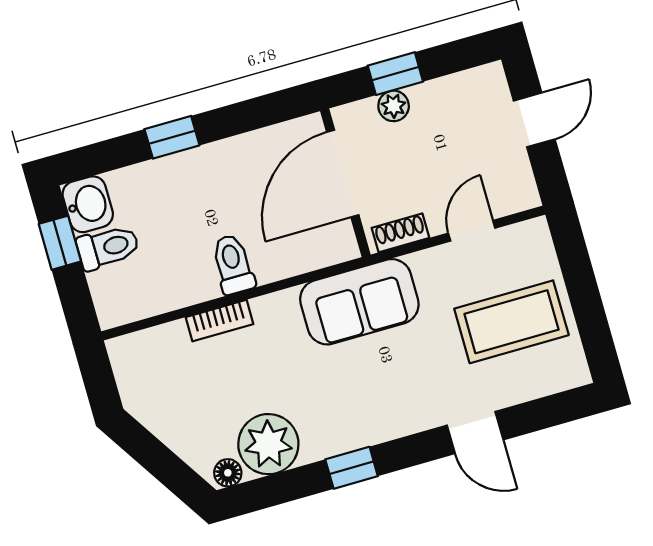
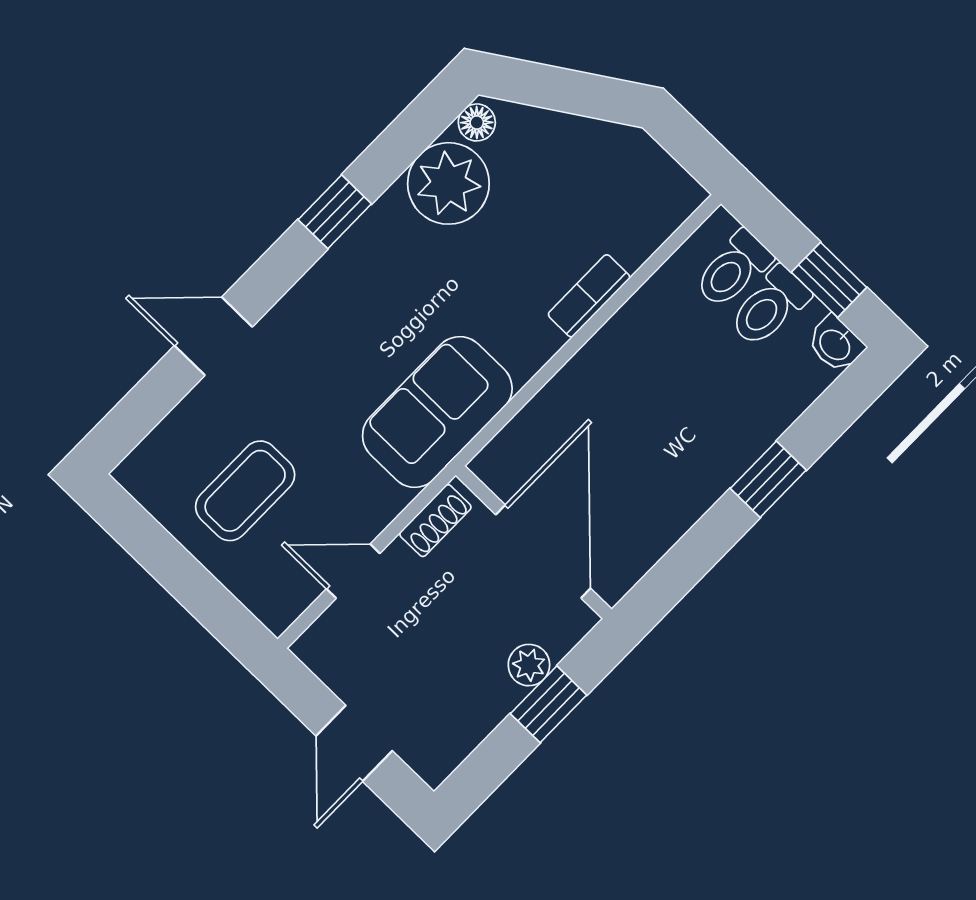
washbasin: (88, 204) -> (836, 344), width x0.72, depth x0.69
door: (472, 231) -> (353, 571), swing flipped
toilet: (233, 264) -> (733, 269), moved, turned 90
coffee table: (511, 322) -> (245, 491), width x0.73, depth x0.76

